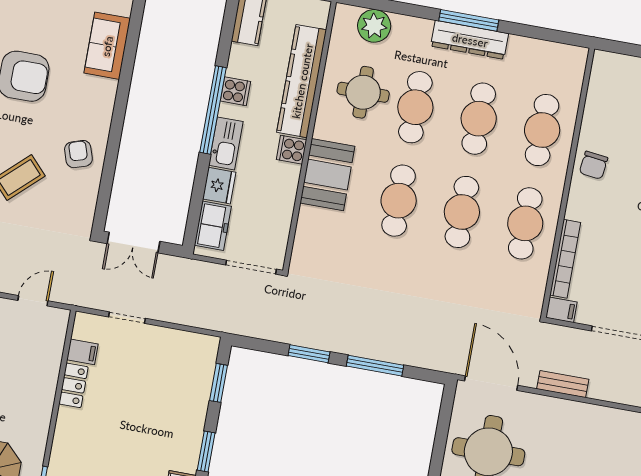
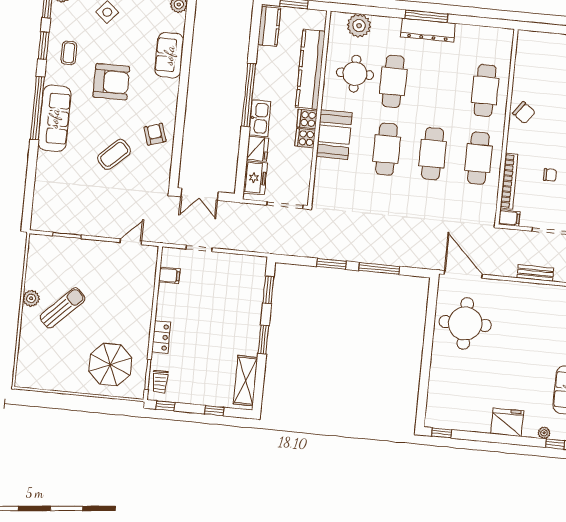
cooker: (235, 91) -> (305, 138), moved, turned 180
cafe table: (479, 119) -> (439, 86), removed
chair: (594, 165) -> (524, 113), turned -60
chair: (623, 255) -> (550, 175), added
bench: (563, 384) -> (535, 273), moved
locker: (73, 385) -> (161, 337), moved

